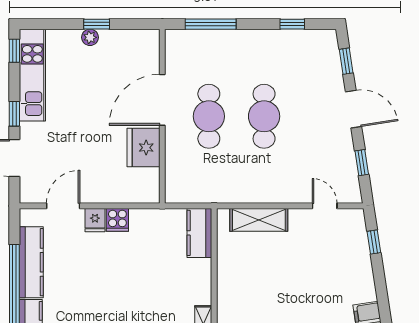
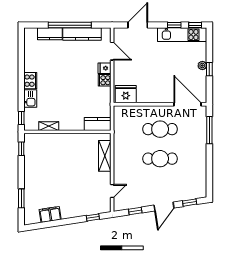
window: (292, 24) -> (209, 174), removed
door: (162, 100) -> (188, 104), moved
window: (14, 114) -> (174, 25), moved
fridge: (144, 148) -> (126, 94), moved

